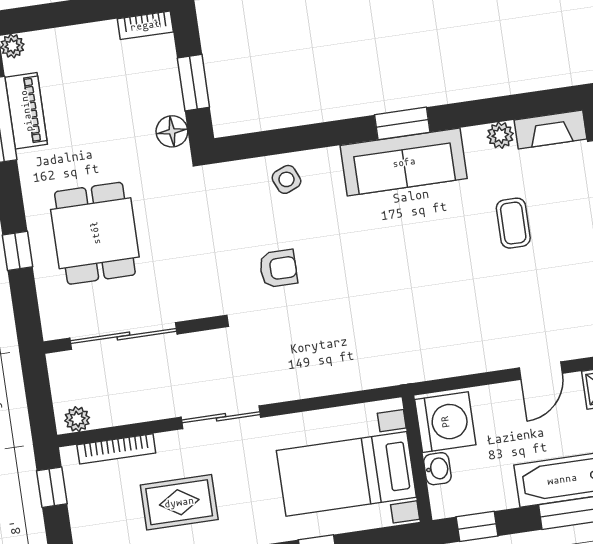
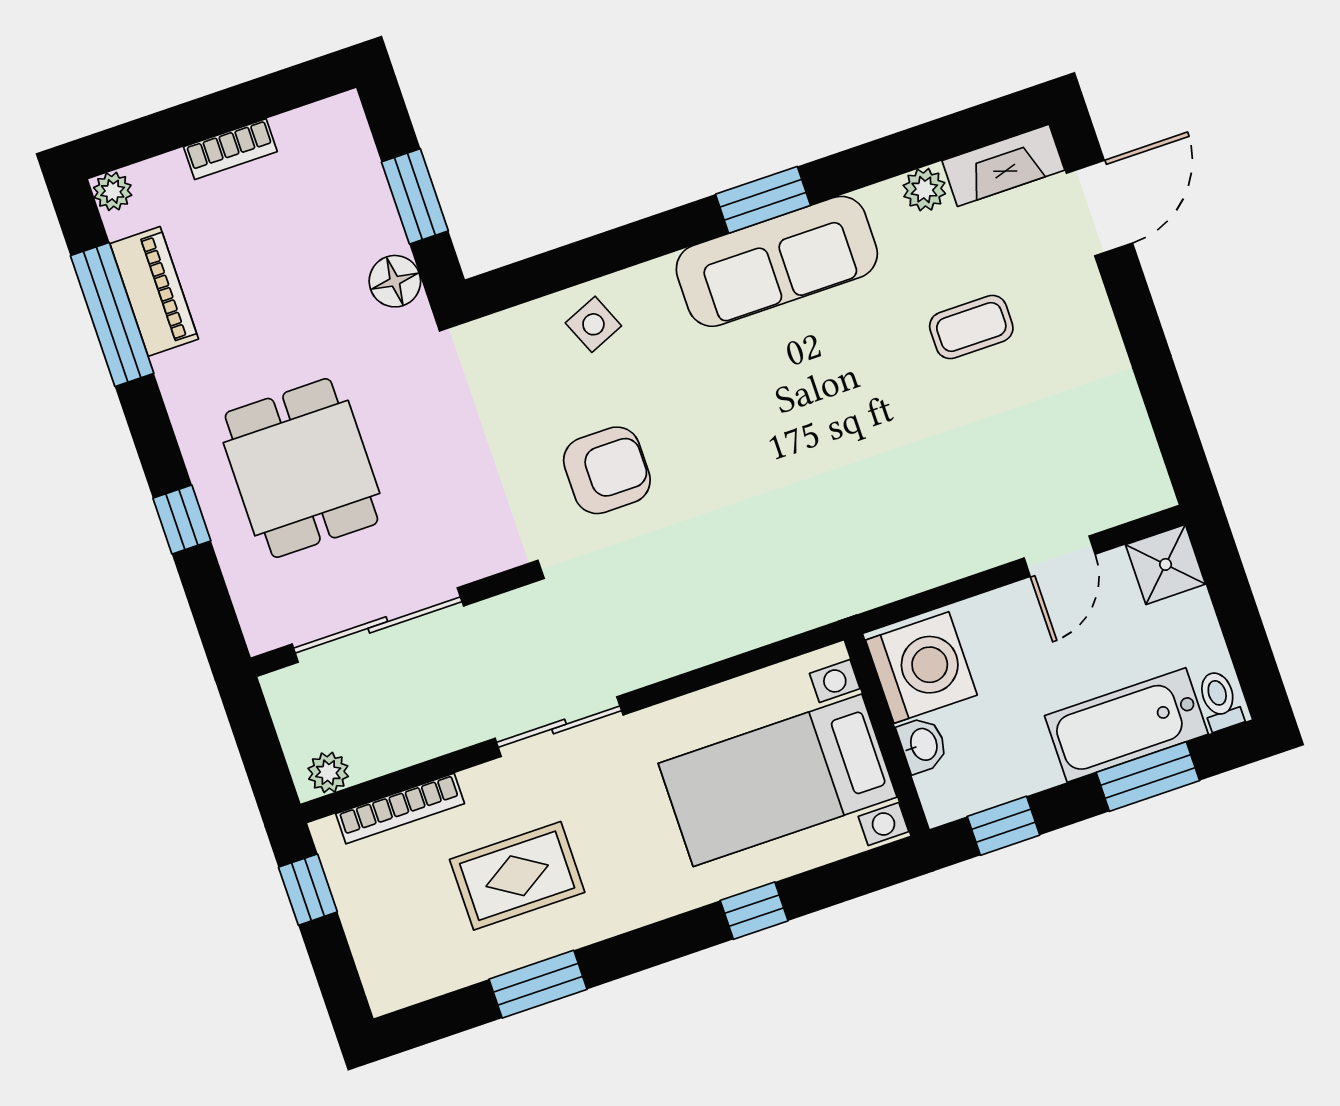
bookcase: (145, 25) -> (230, 149), moved
coffee table: (513, 223) -> (971, 327), turned 90
armchair: (278, 269) -> (607, 470), width x1.38, depth x1.38

